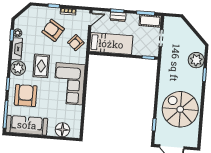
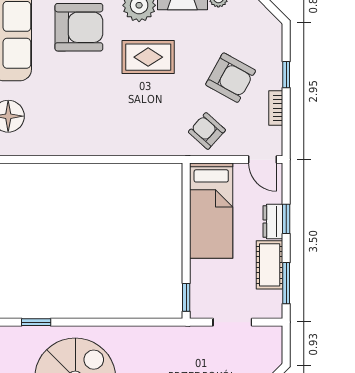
cot: (150, 21) -> (270, 265), moved
armchair: (53, 30) -> (231, 78), turned 87
corner sofa: (69, 84) -> (113, 123), removed

